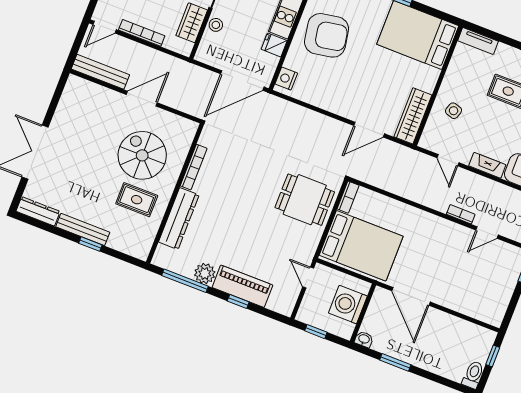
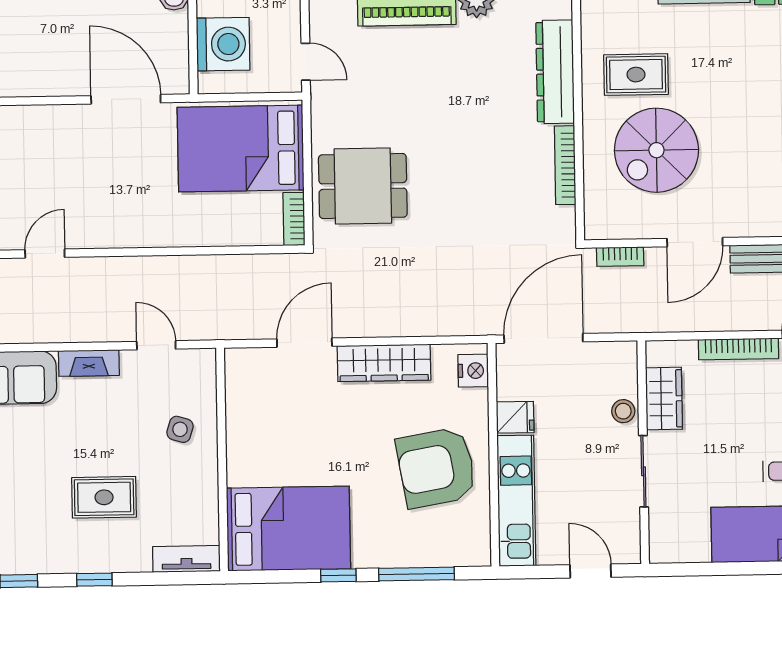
wardrobe: (413, 116) -> (384, 363), moved, turned 90
spiral stairs: (142, 155) -> (656, 150), turned 90
bookcase: (461, 214) -> (620, 257), moved

